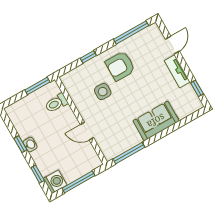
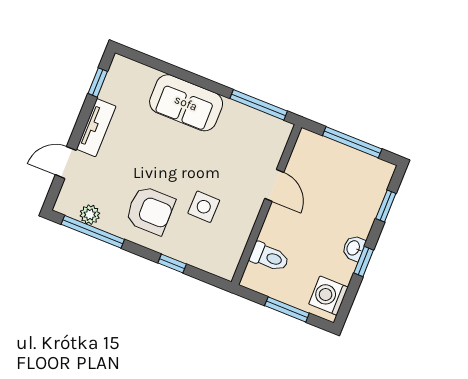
plant: (140, 37) -> (90, 215), added
window: (37, 86) -> (287, 309), moved
washing machine: (55, 182) -> (328, 296), moved

